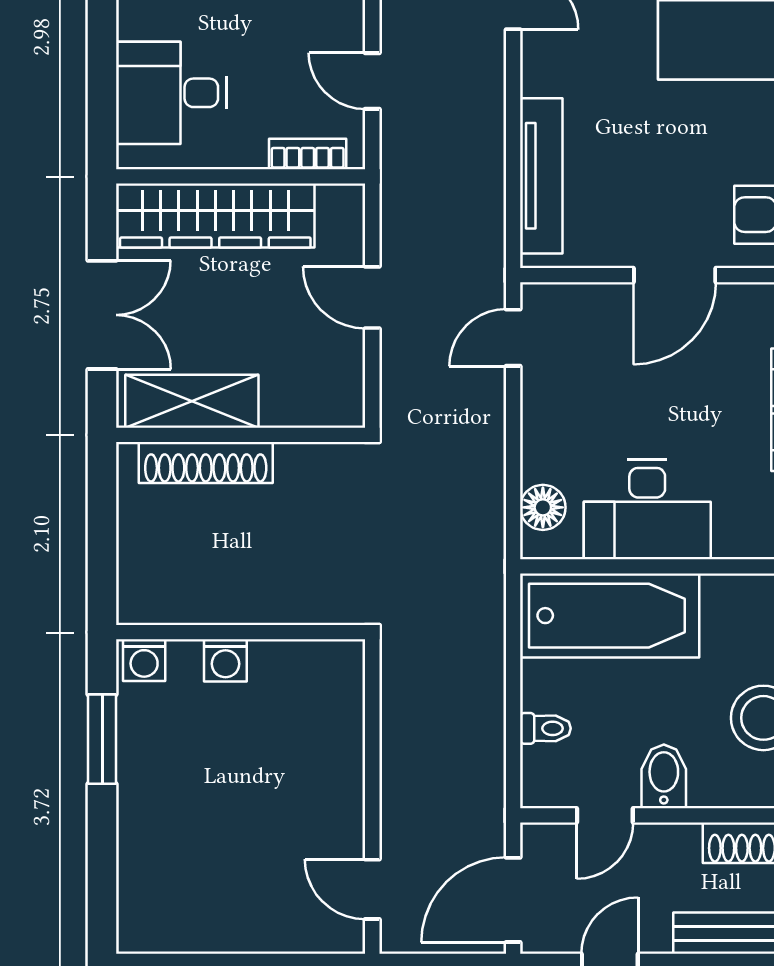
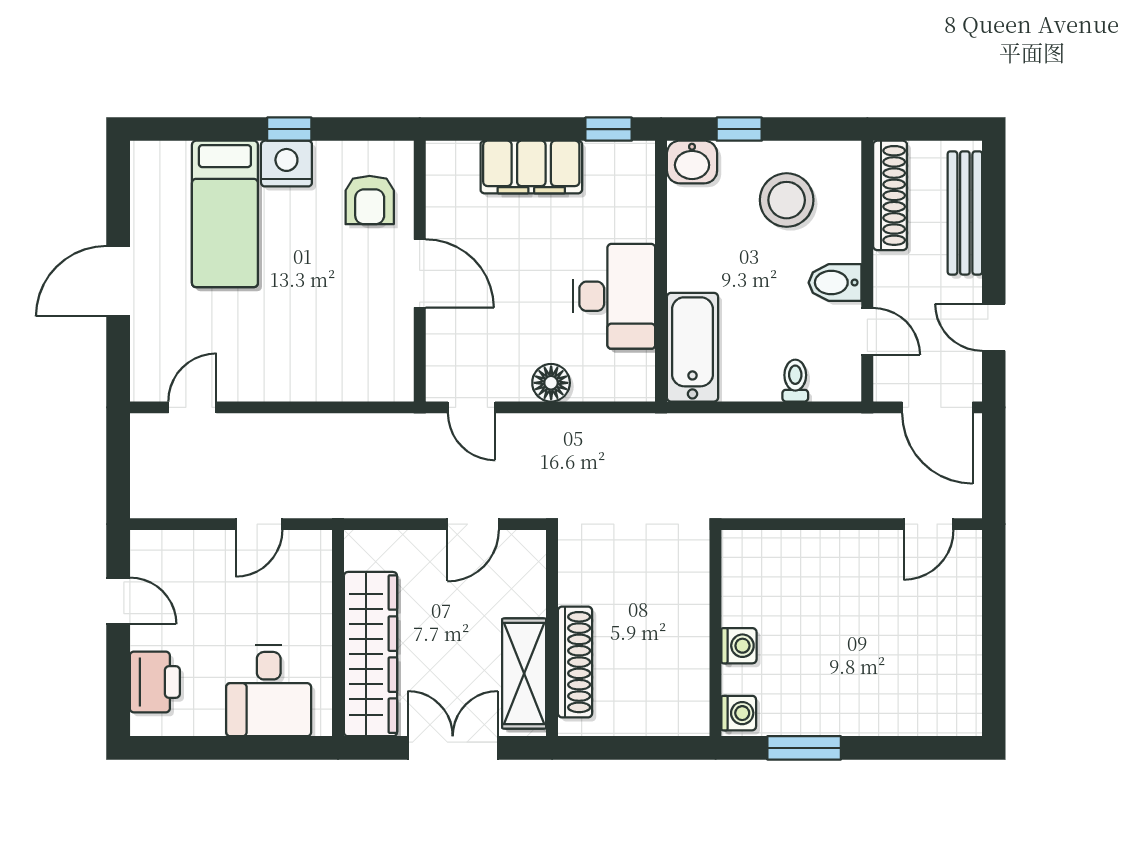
bookcase: (308, 154) -> (319, 578), removed
tv unit: (541, 176) -> (337, 384), removed
door: (372, 297) -> (473, 524), moved
floor lamp: (543, 507) -> (551, 383), moved
bathtub: (610, 616) -> (692, 347), width x0.73, depth x0.73

